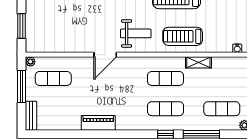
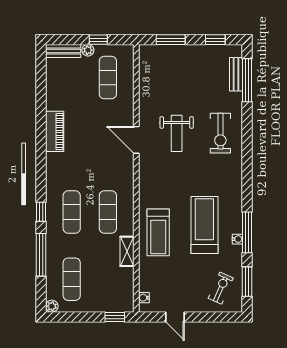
weight bench: (136, 33) -> (177, 133), moved
treadmill: (183, 36) -> (158, 232), turned 180
plant: (30, 62) -> (88, 50), moved
window: (22, 87) -> (98, 40), width x0.46

